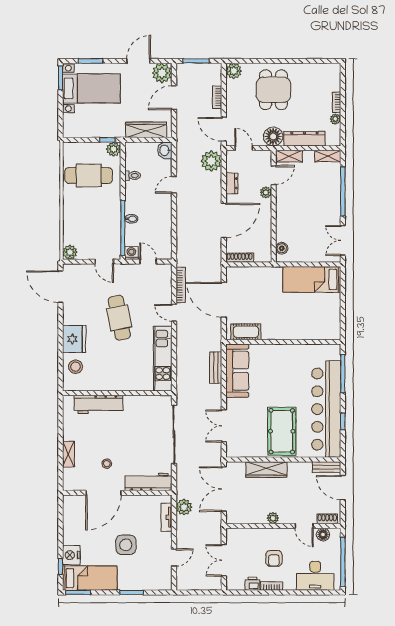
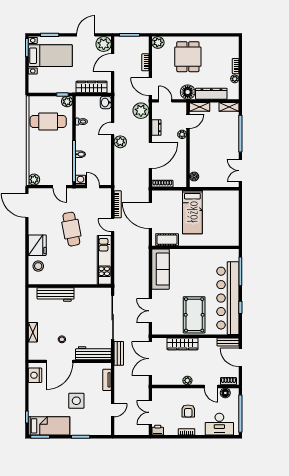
bed: (312, 279) -> (192, 212), moved, turned -90
bench: (216, 368) -> (119, 353), moved
plant: (184, 507) -> (120, 142), moved
nightstand: (71, 555) -> (35, 375), moved
printer: (252, 584) -> (158, 430), moved

